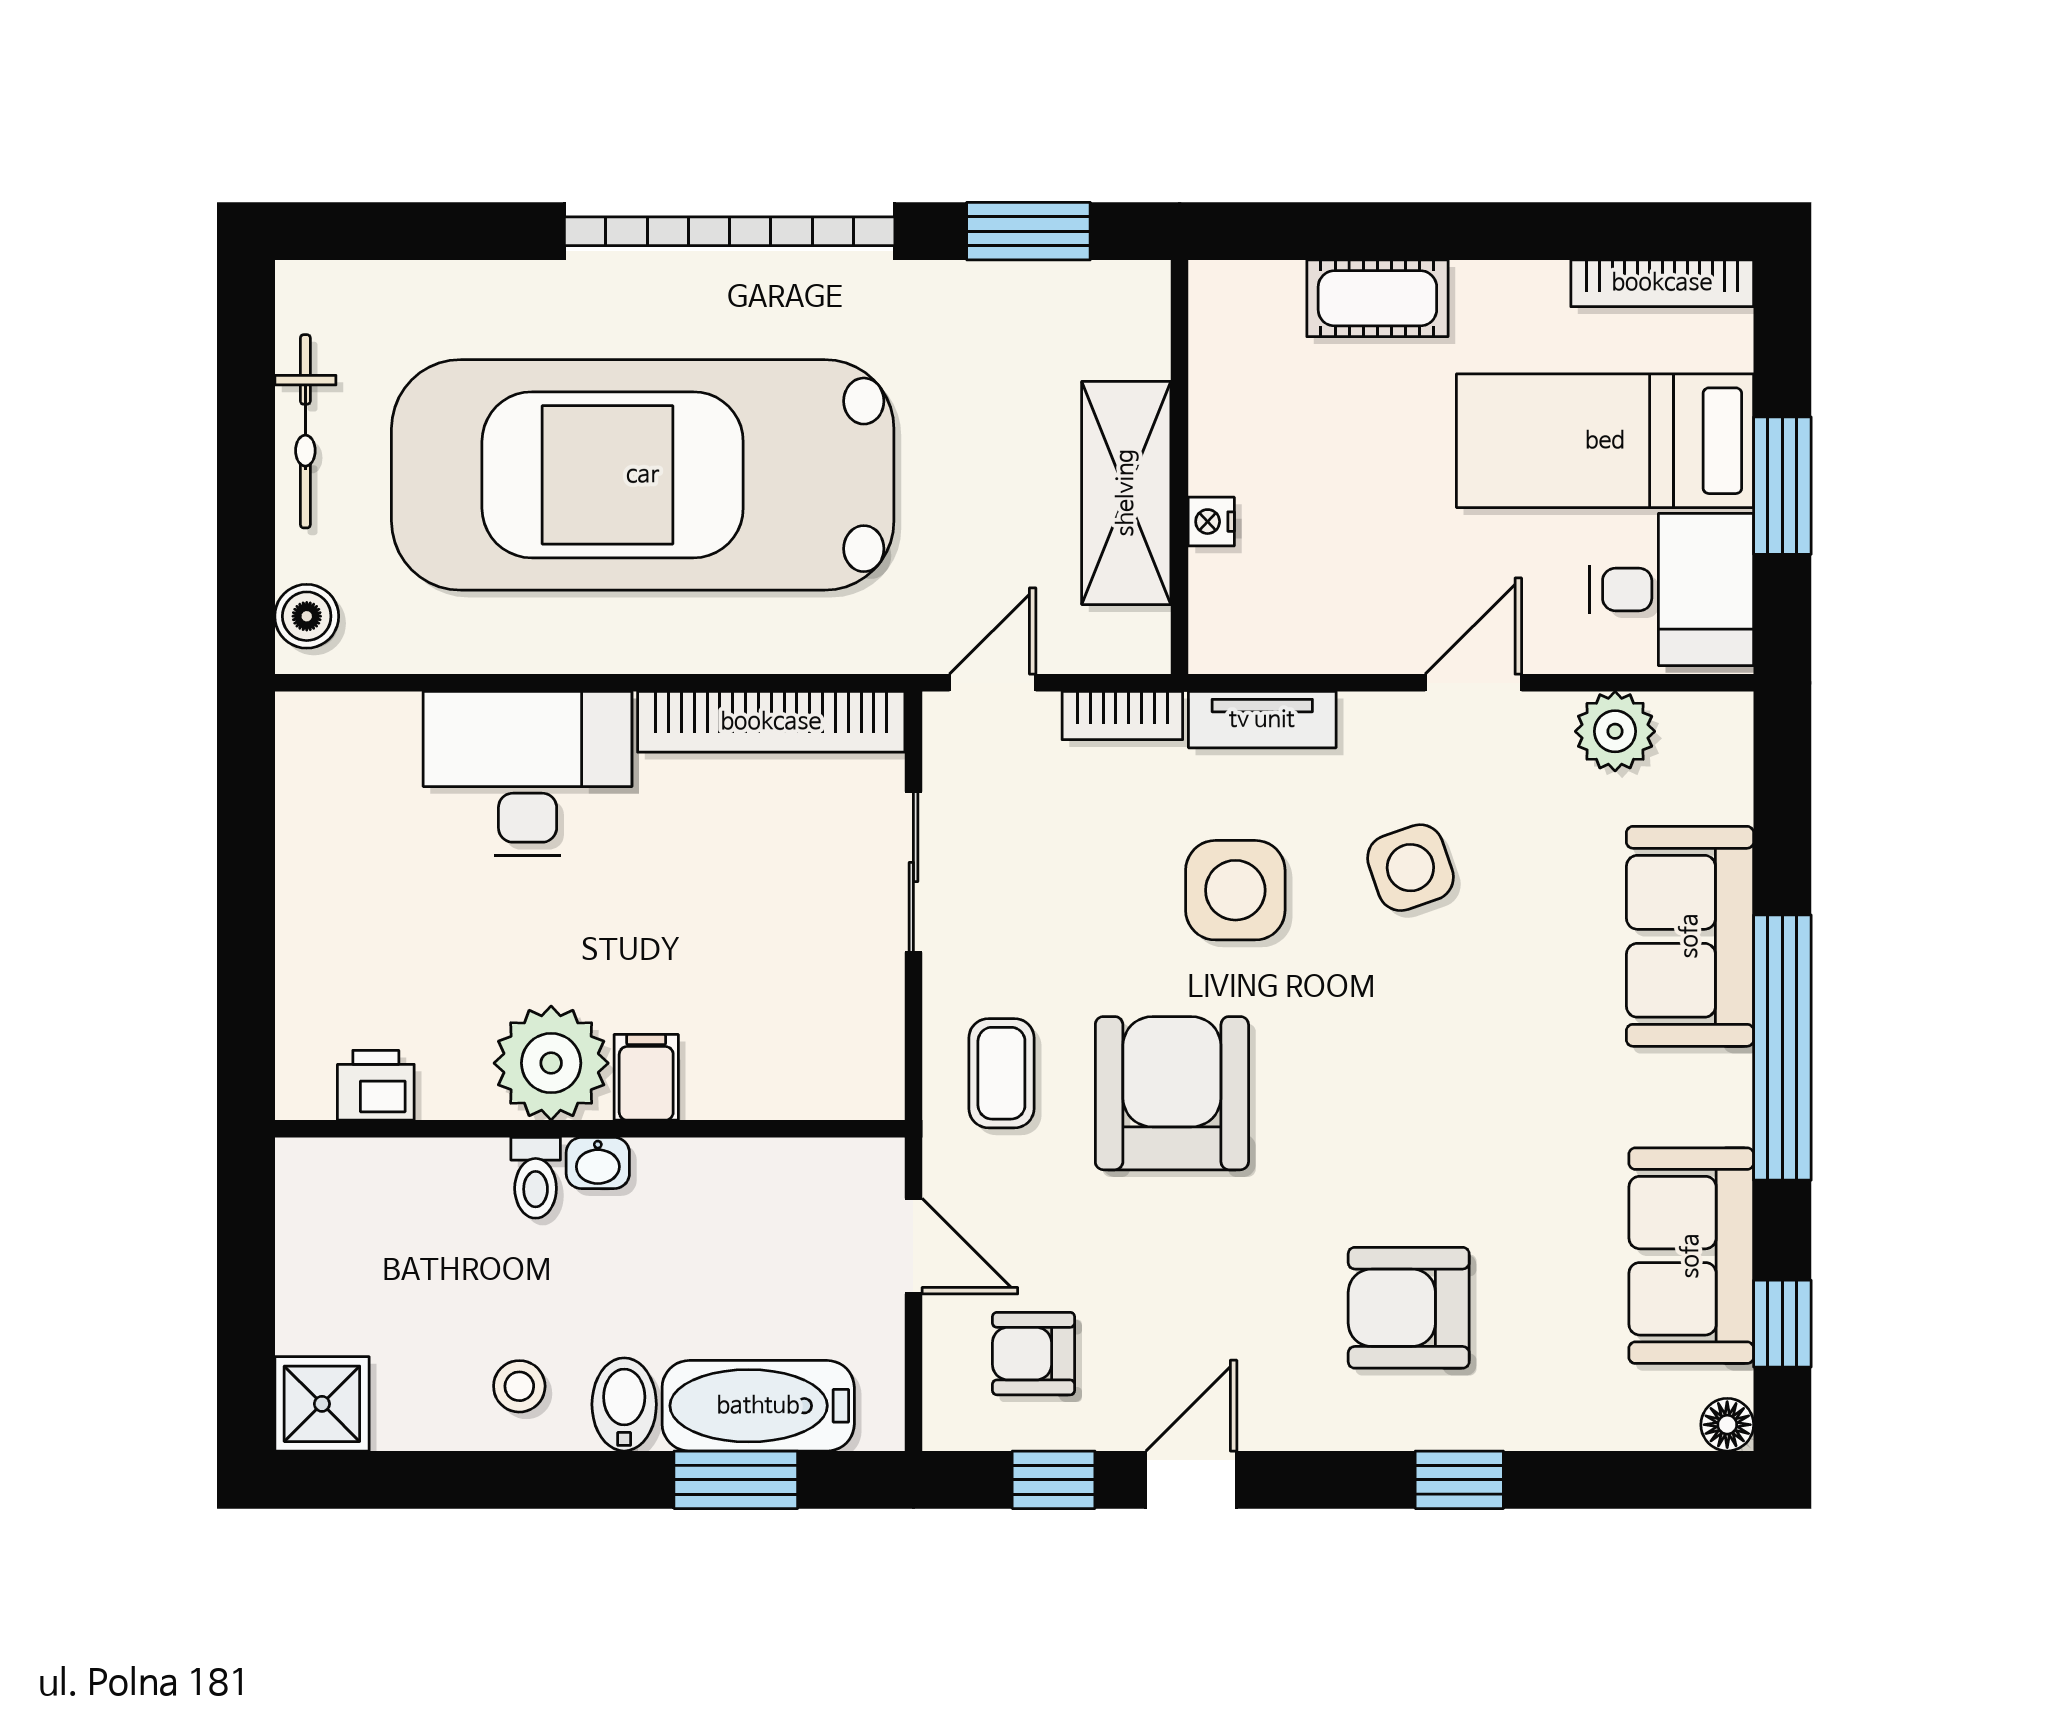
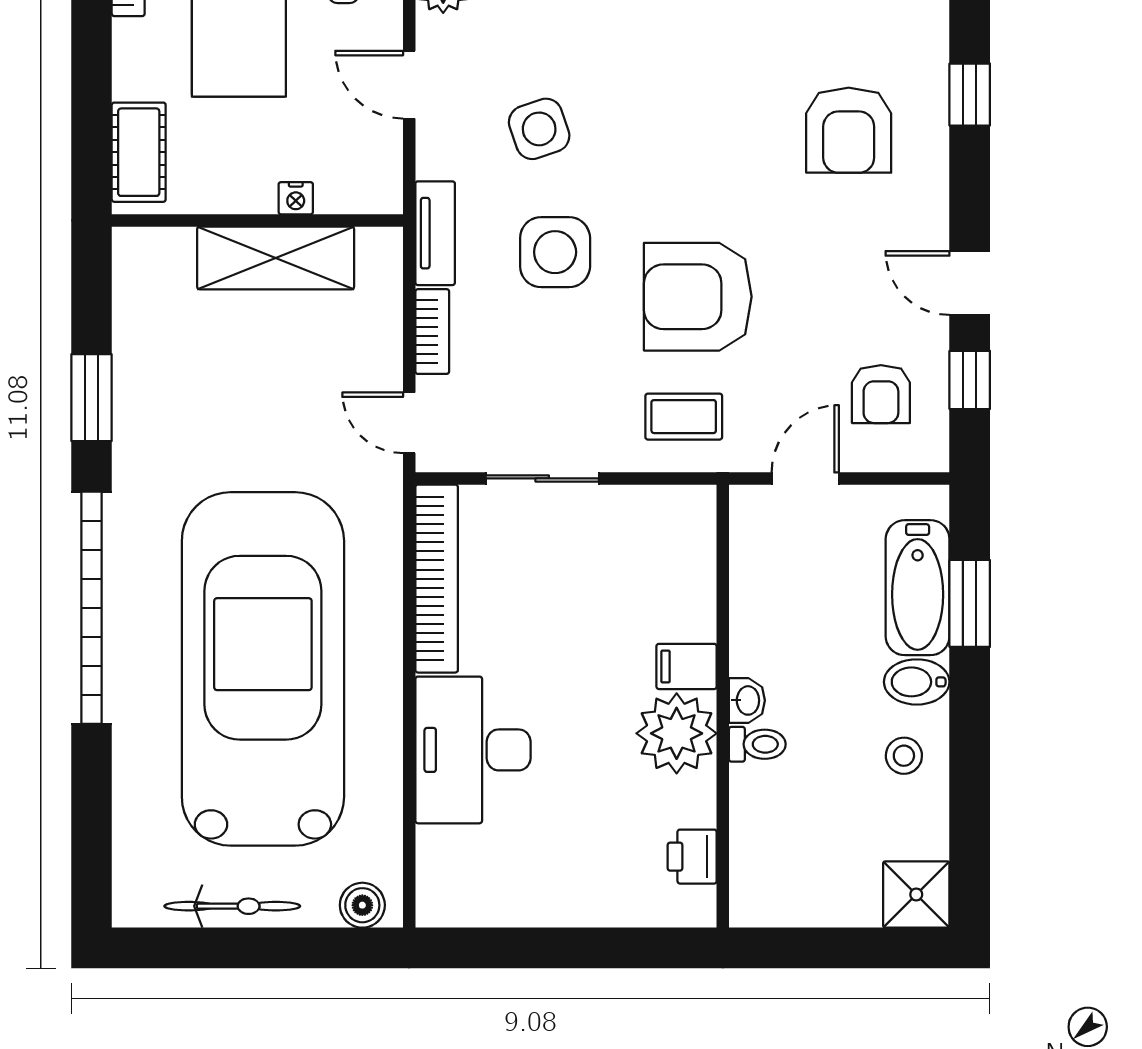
wall: (1180, 467) -> (257, 220), moved
car: (643, 475) -> (263, 669), turned 180
shelving: (1126, 493) -> (276, 258), moved
nightstand: (1211, 522) -> (296, 198), moved

